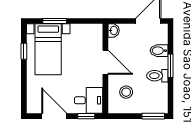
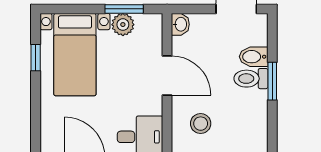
window: (55, 21) -> (124, 9), moved
plant: (78, 31) -> (123, 25), added
toilet: (157, 76) -> (251, 79), moved

